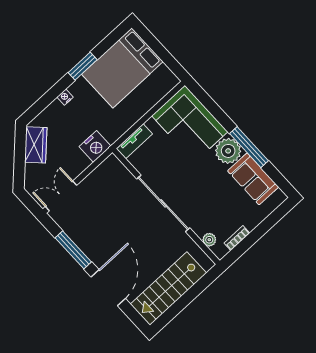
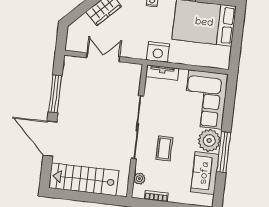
nightstand: (95, 146) -> (158, 52), moved
double door: (61, 196) -> (103, 57), moved
coffee table: (202, 196) -> (164, 149), added
door: (108, 288) -> (50, 139), swing flipped

